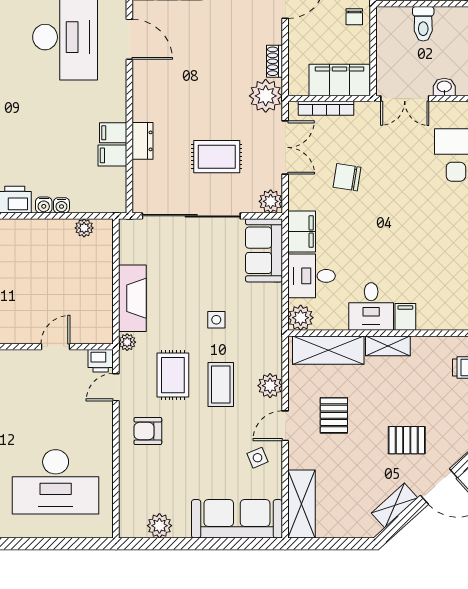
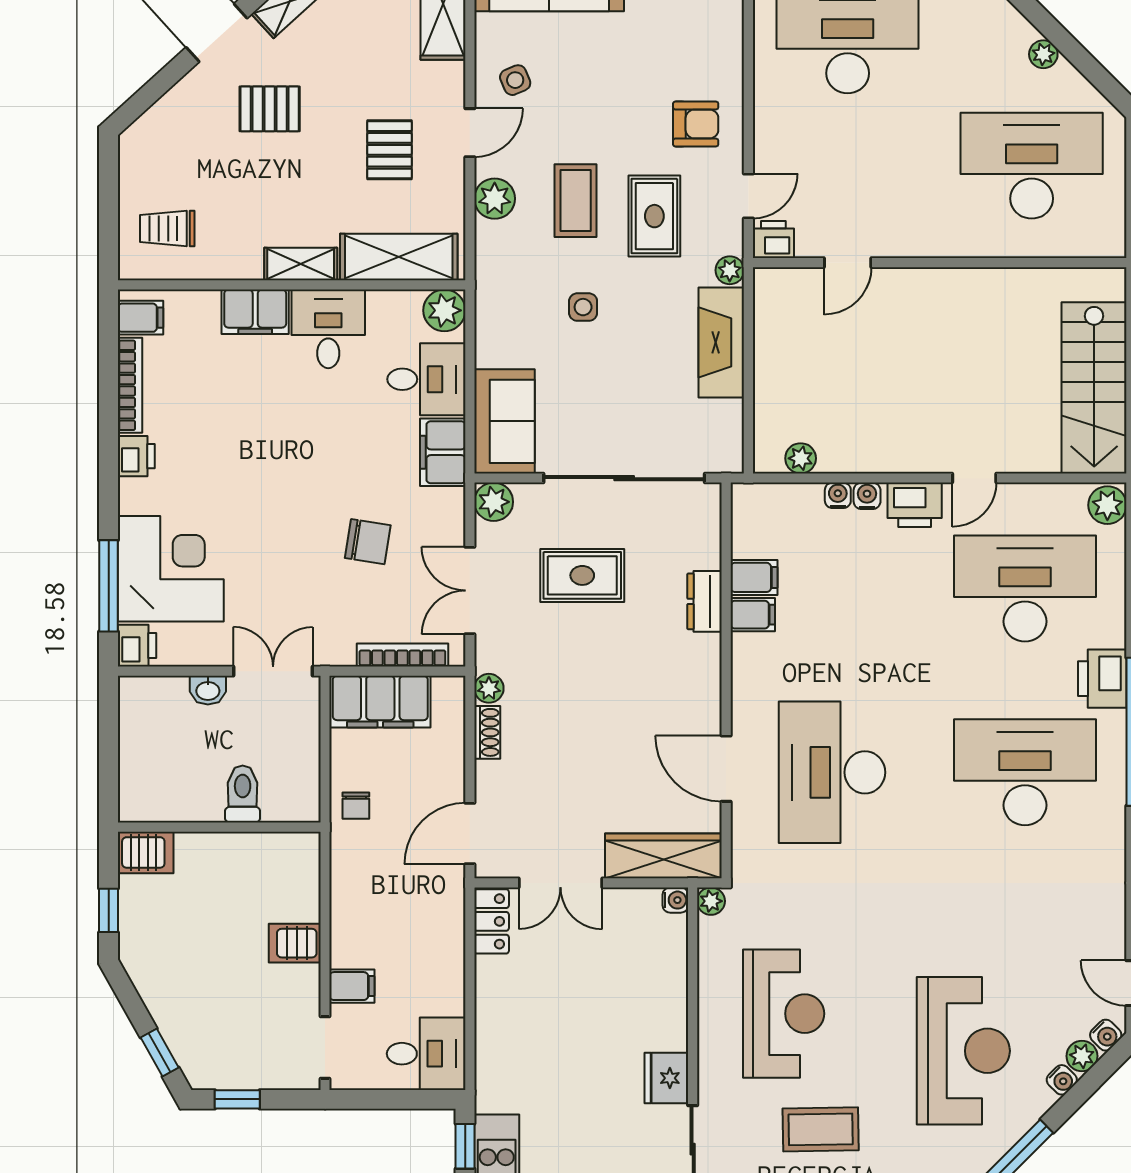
chair: (354, 17) -> (356, 806), turned 180
plant: (266, 96) -> (489, 688), width x0.53, depth x0.53
filing cabinet: (405, 317) -> (255, 312), width x2.00

